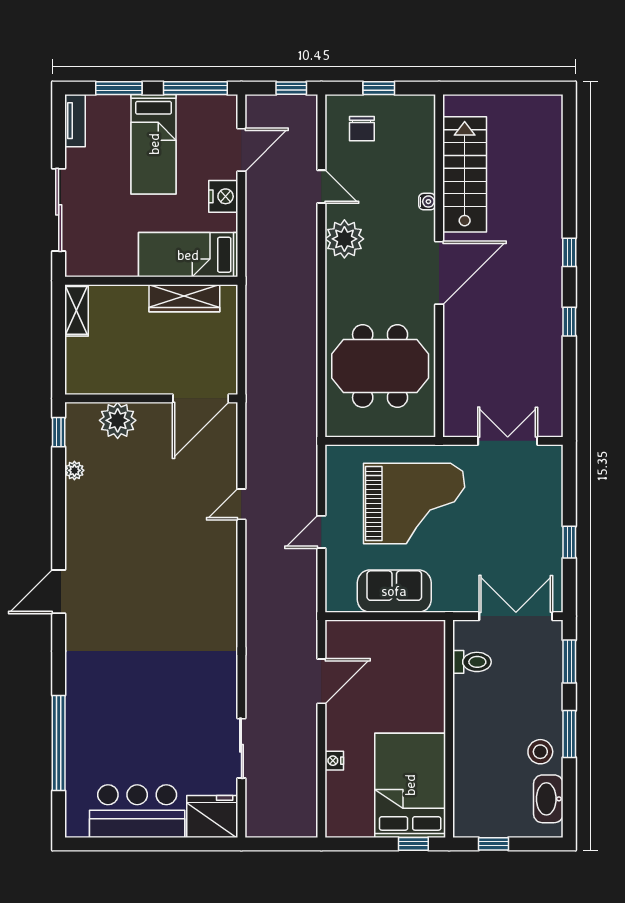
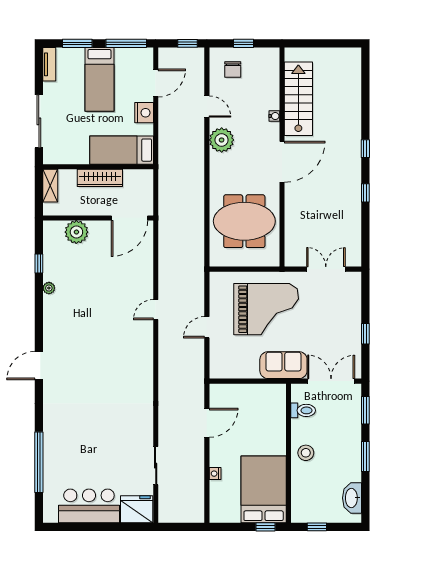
wardrobe: (184, 298) -> (100, 178), moved
wall: (151, 398) -> (98, 218), moved
door: (201, 398) -> (130, 218), moved
plant: (118, 420) -> (76, 232), moved
sofa: (394, 591) -> (283, 365), moved
stool: (540, 752) -> (306, 453), moved

